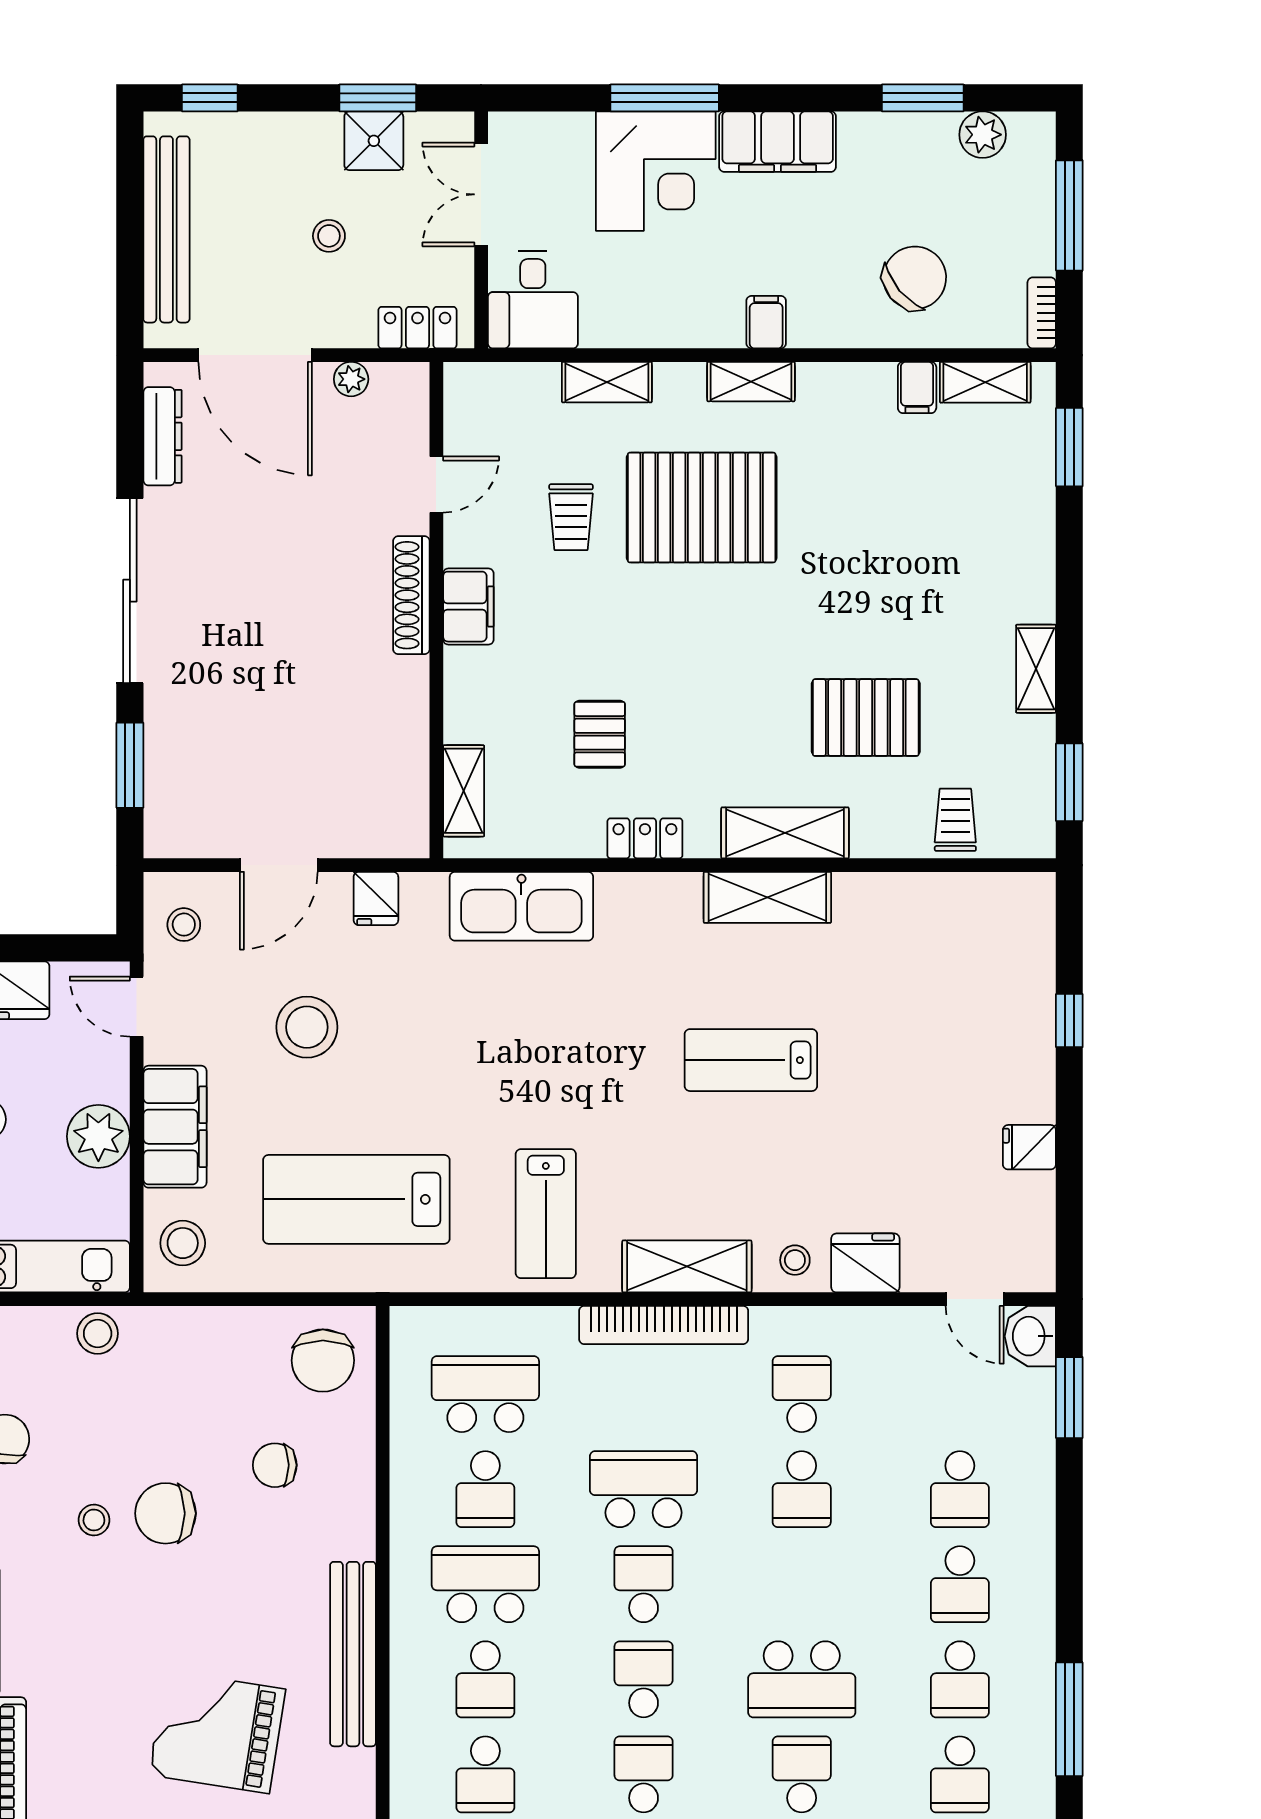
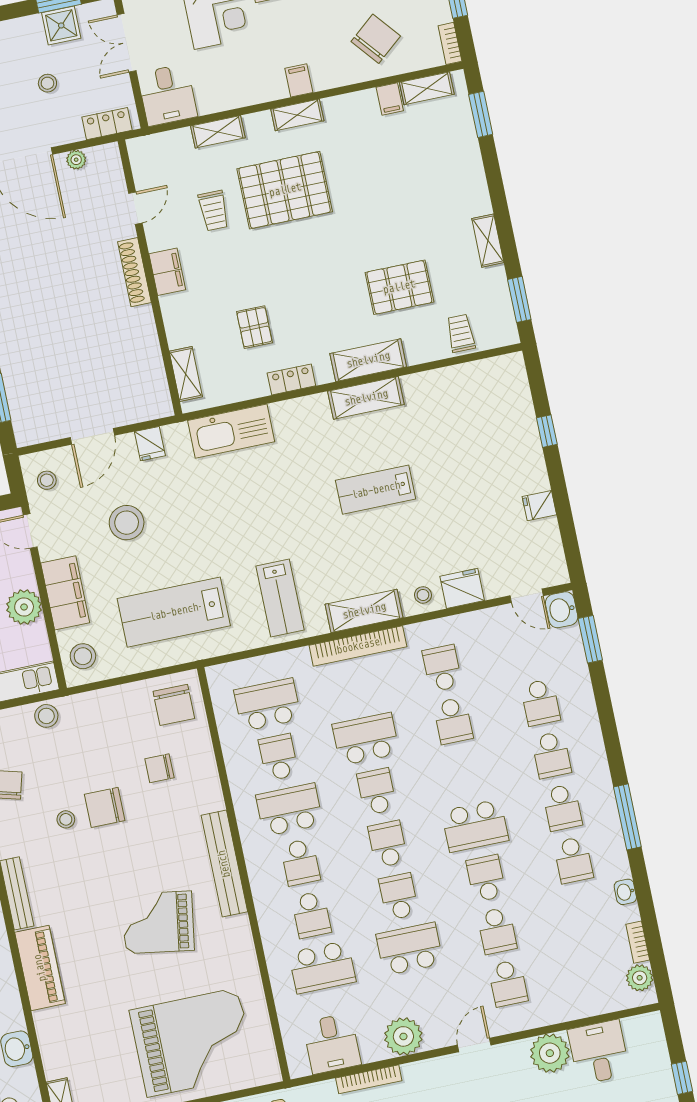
school desk: (485, 1489) -> (278, 757), turned 180

